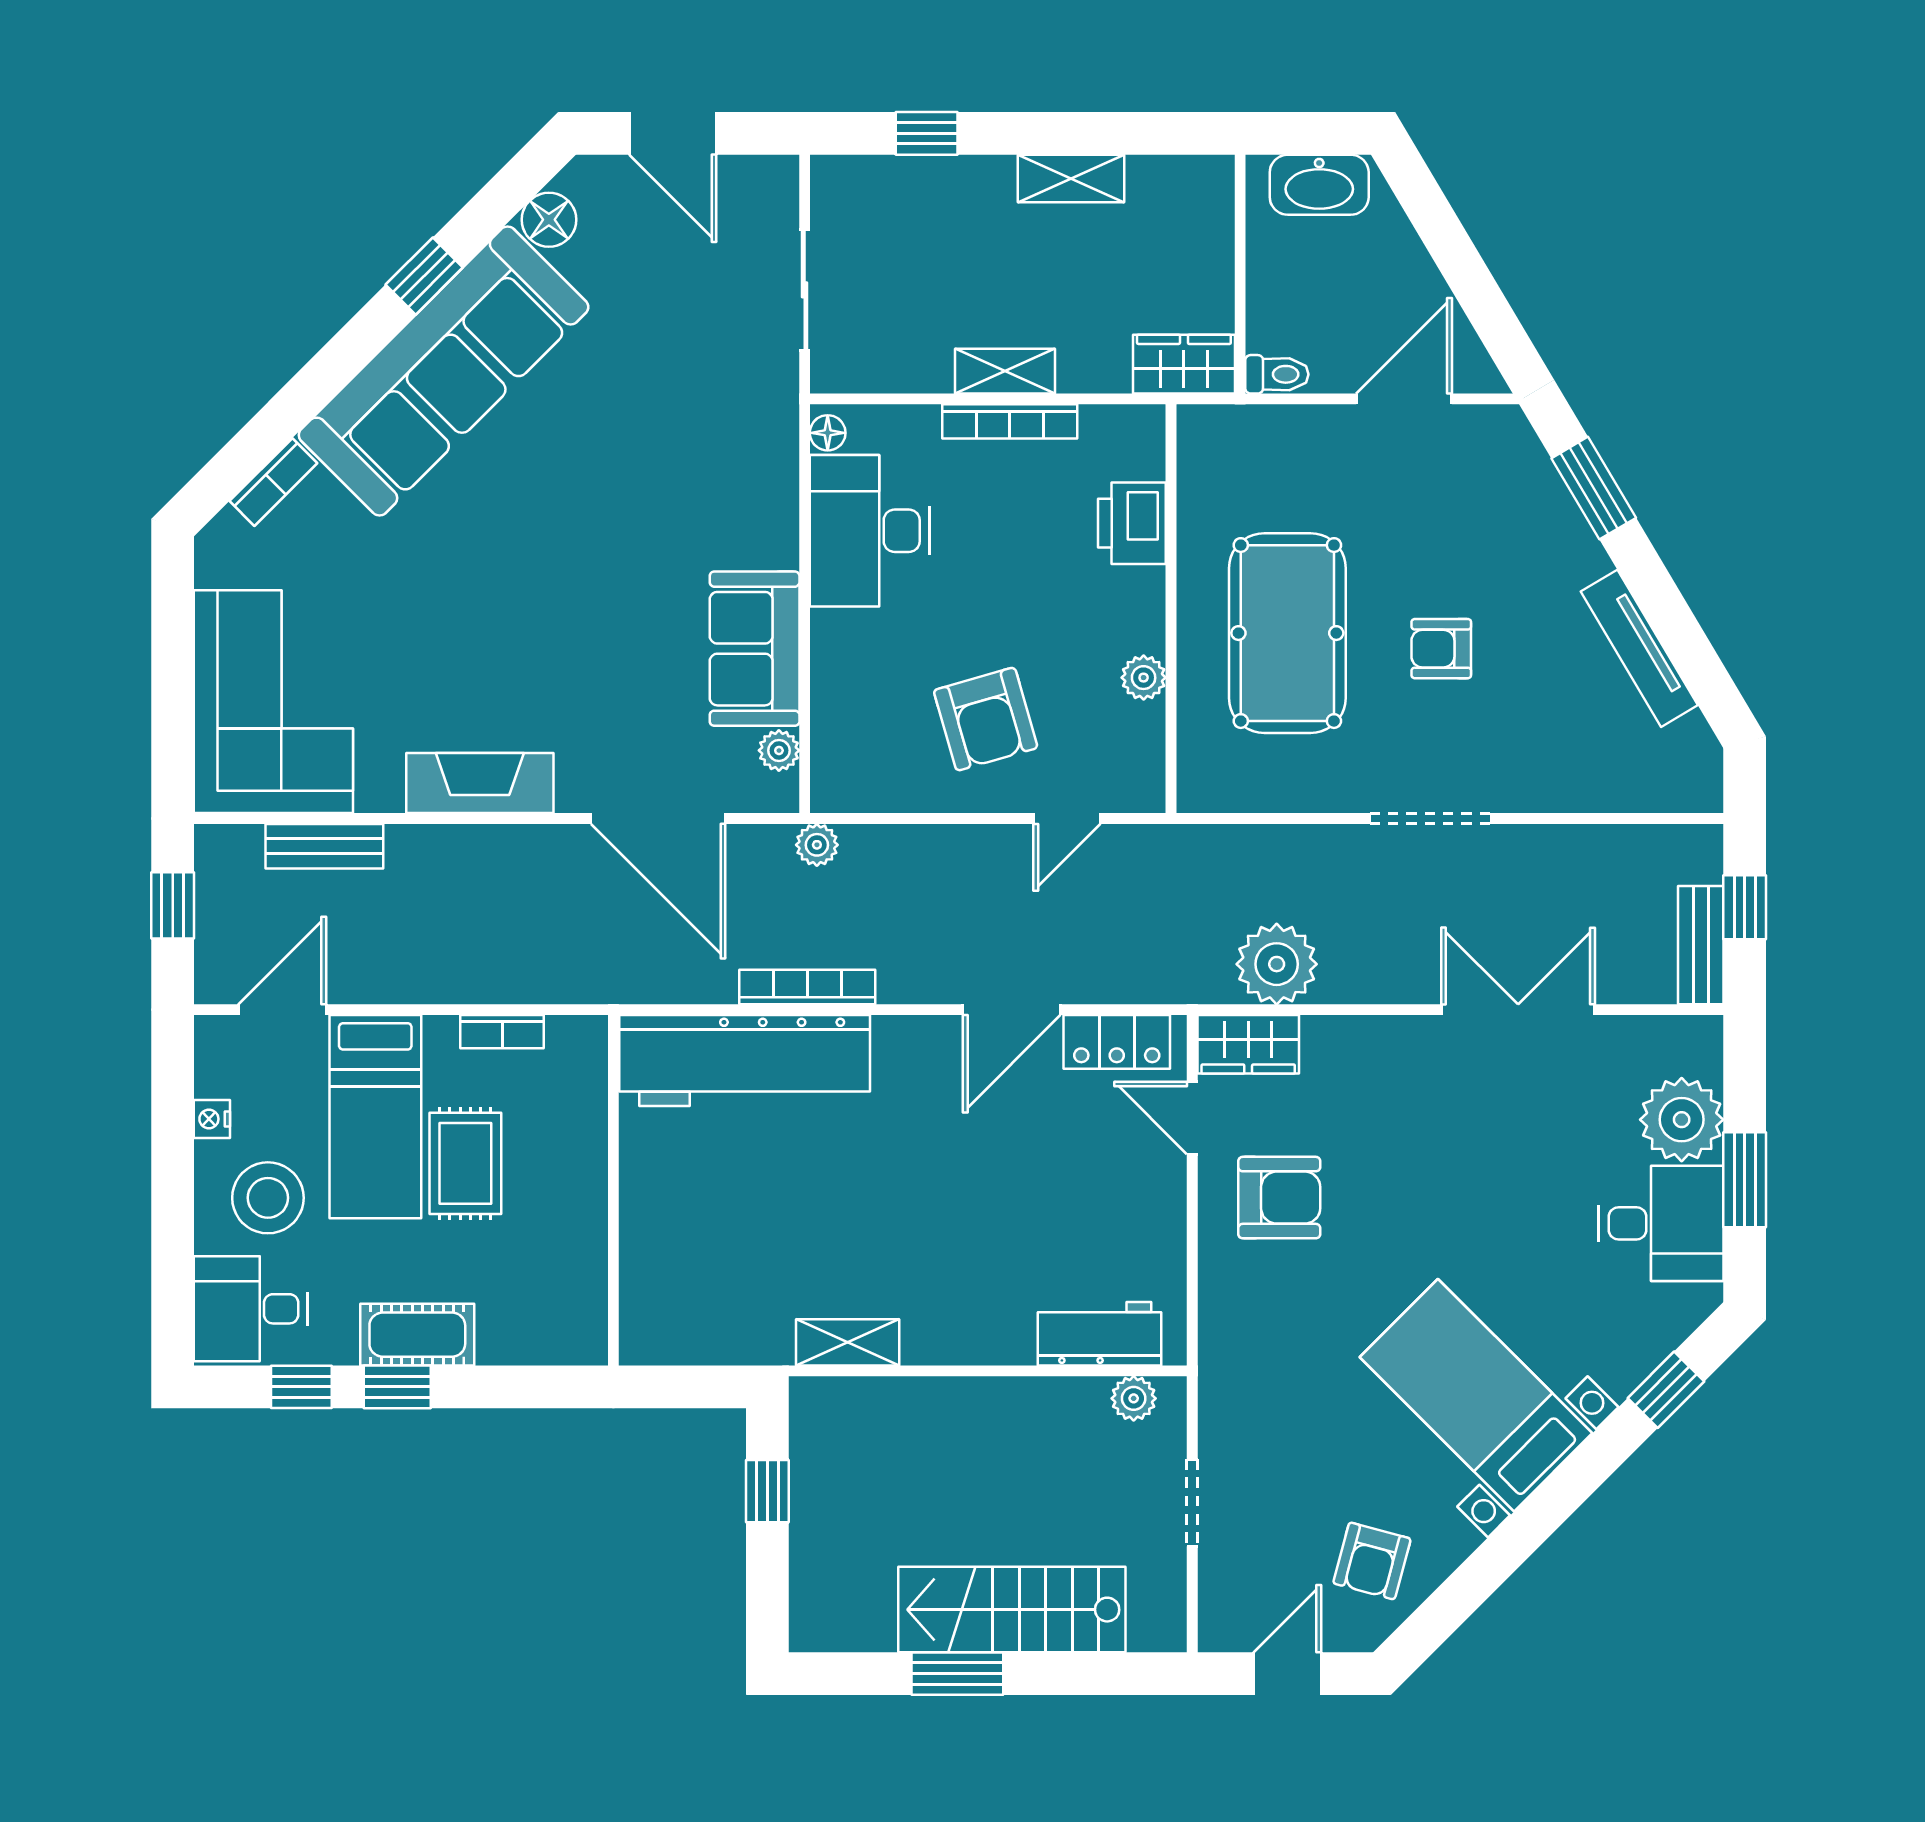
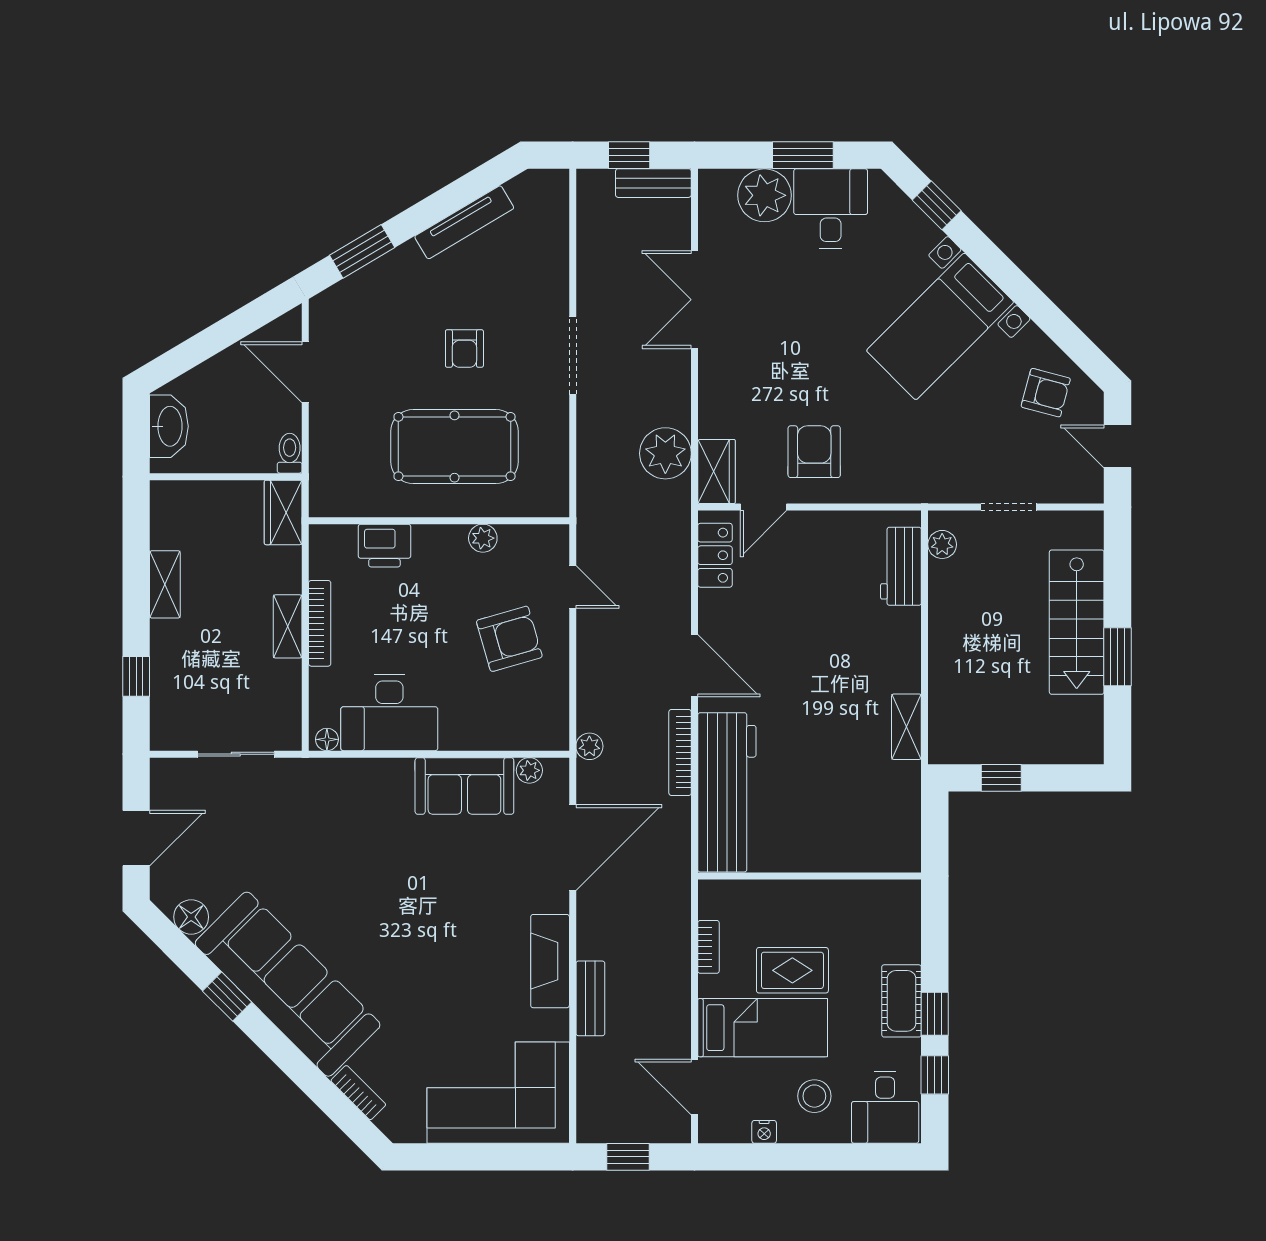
bench: (324, 846) -> (590, 998), moved
door: (1012, 1010) -> (694, 666), moved
stool: (268, 1198) -> (814, 1096), width x0.73, depth x0.73

